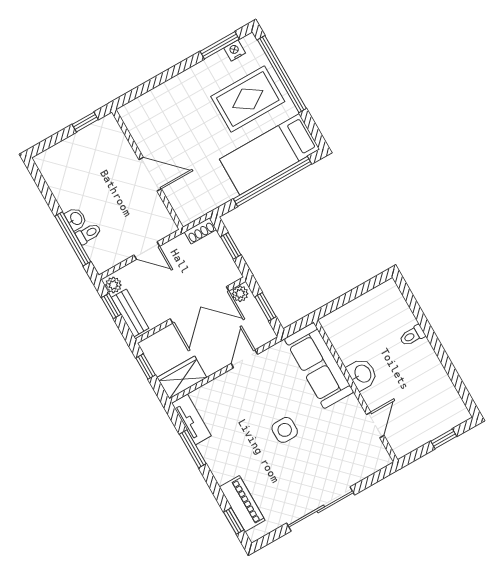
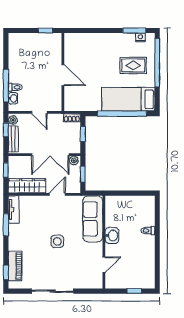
rug: (248, 99) -> (133, 65), width x0.73, depth x0.70
washbasin: (76, 219) -> (13, 98), moved
wardrobe: (182, 377) -> (27, 186), width x1.50

